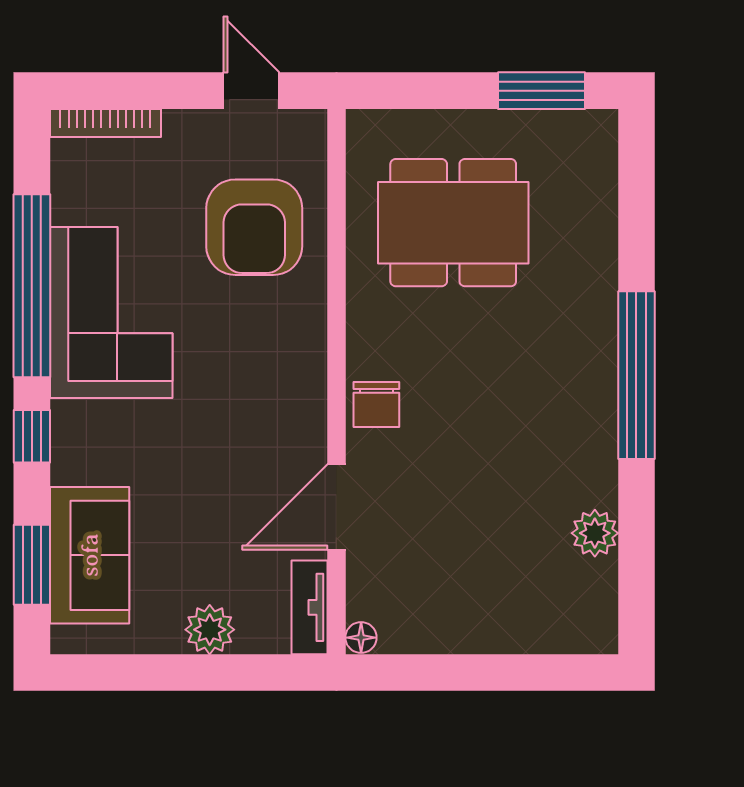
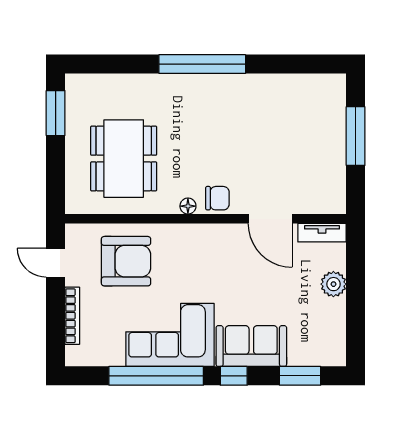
door: (251, 91) -> (56, 263), hinge flipped
bookcase: (105, 123) -> (72, 316), moved
plant: (595, 533) -> (284, 86), removed
sofa: (90, 555) -> (251, 346), moved
floor lamp: (361, 638) -> (188, 206), moved
window: (497, 672) -> (356, 136), added

